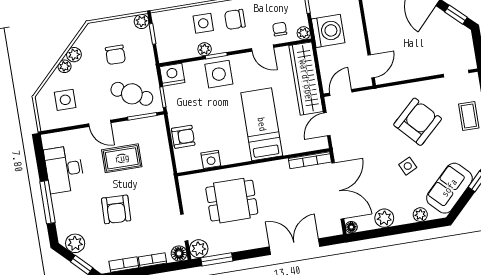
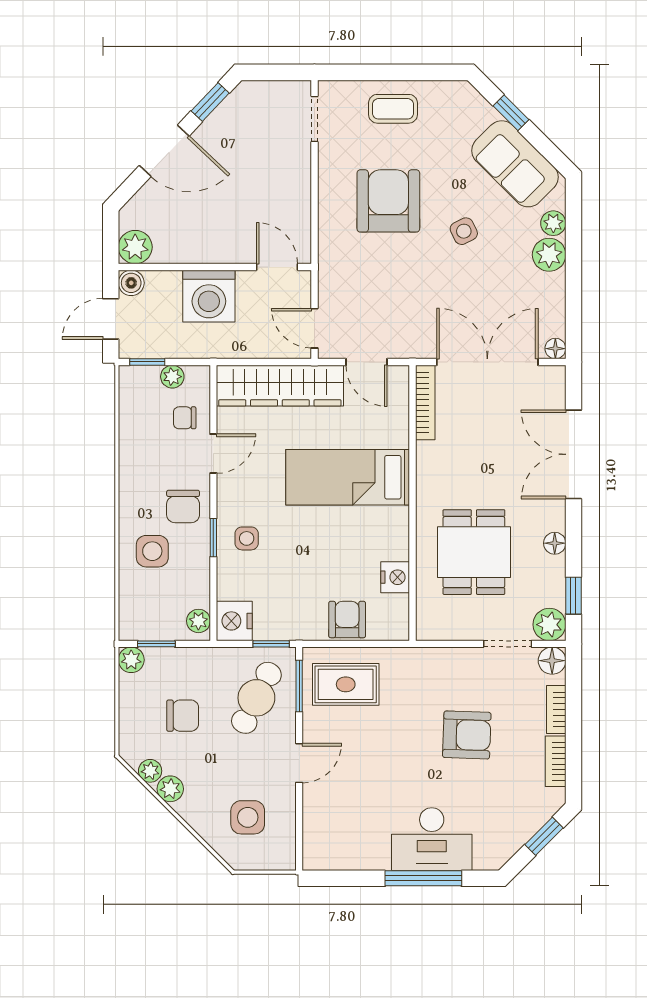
chair: (235, 19) -> (183, 506), moved
washing machine: (328, 31) -> (209, 296), moved, turned 180
plant: (304, 33) -> (172, 377), moved
plant: (205, 49) -> (198, 621), moved
plant: (64, 66) -> (150, 771), moved
side table: (219, 74) -> (247, 538), width x0.54, depth x0.54
armchair: (418, 122) -> (388, 201), turned 43
rug: (122, 158) -> (346, 684), moved, turned 90
desk: (64, 169) -> (432, 839), moved
armchair: (116, 209) -> (467, 735), moved
plant: (384, 218) -> (549, 255), moved
plant: (75, 243) -> (504, 841), removed
floor lamp: (244, 244) -> (555, 543), added
window: (217, 259) -> (573, 596), width x0.67

